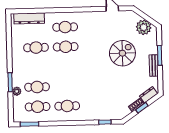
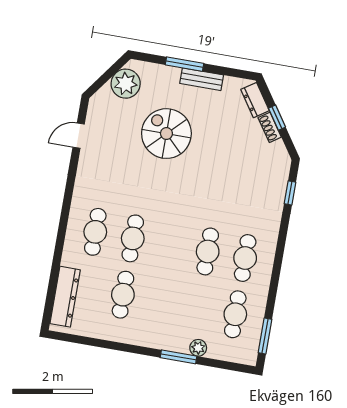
cafe table: (37, 87) -> (208, 251), moved

